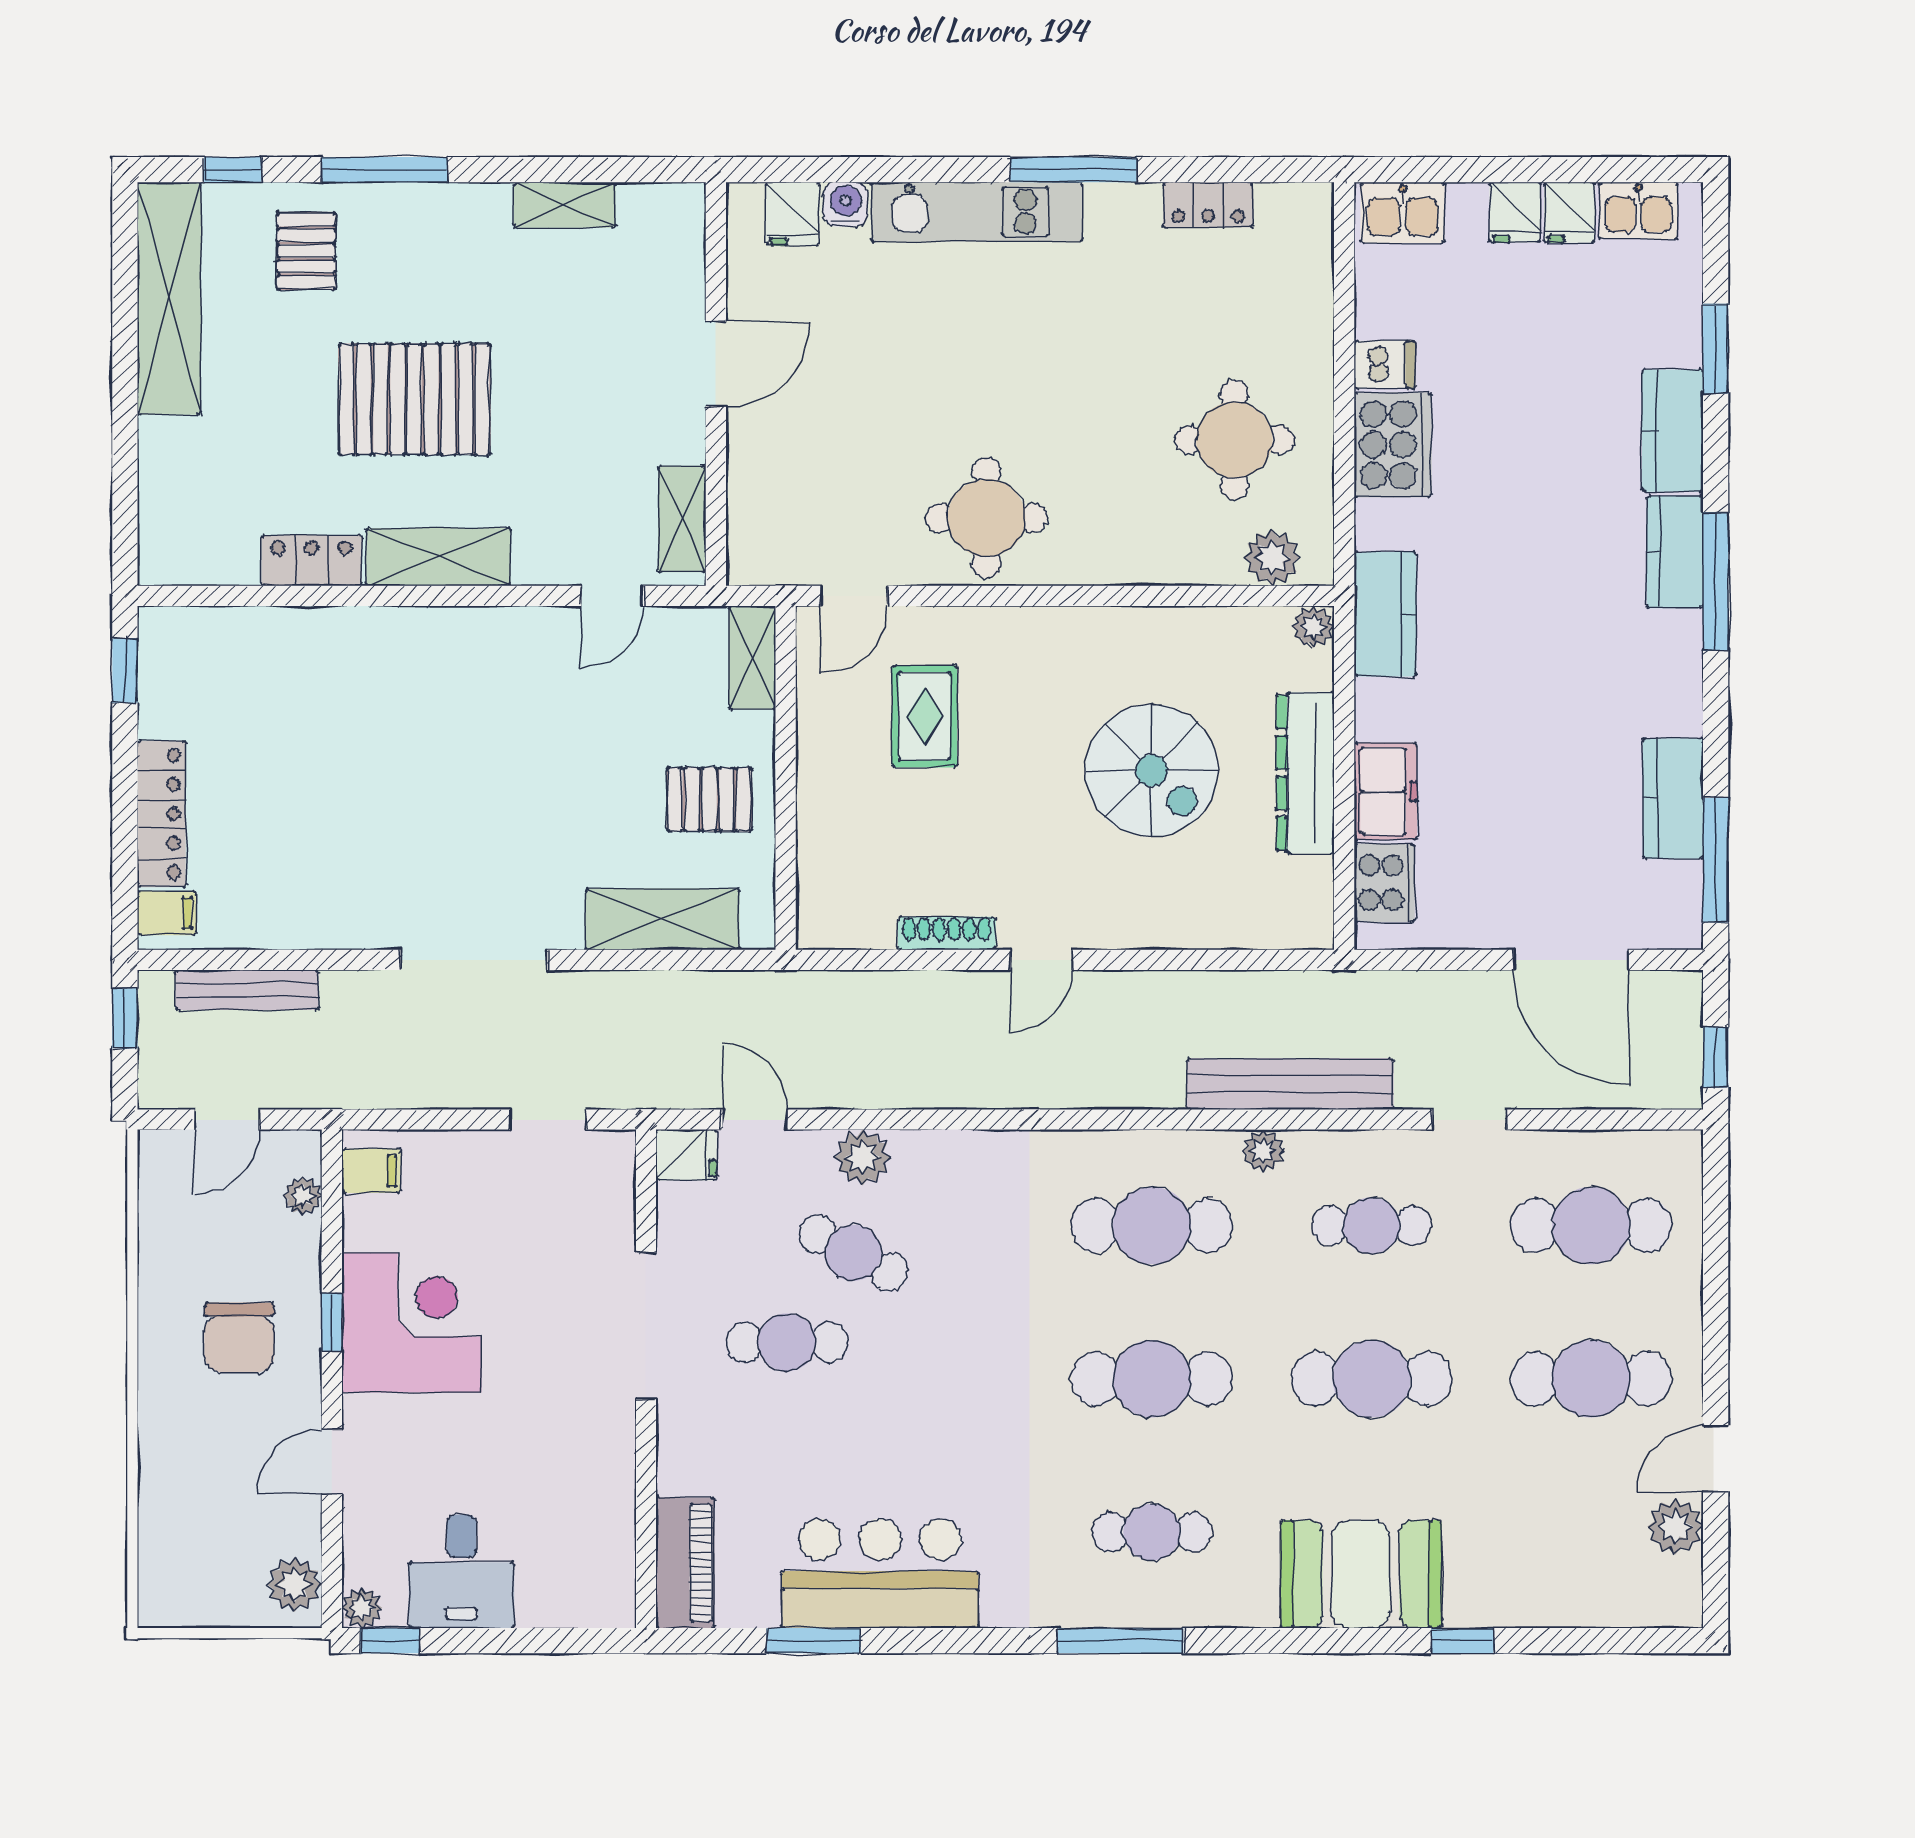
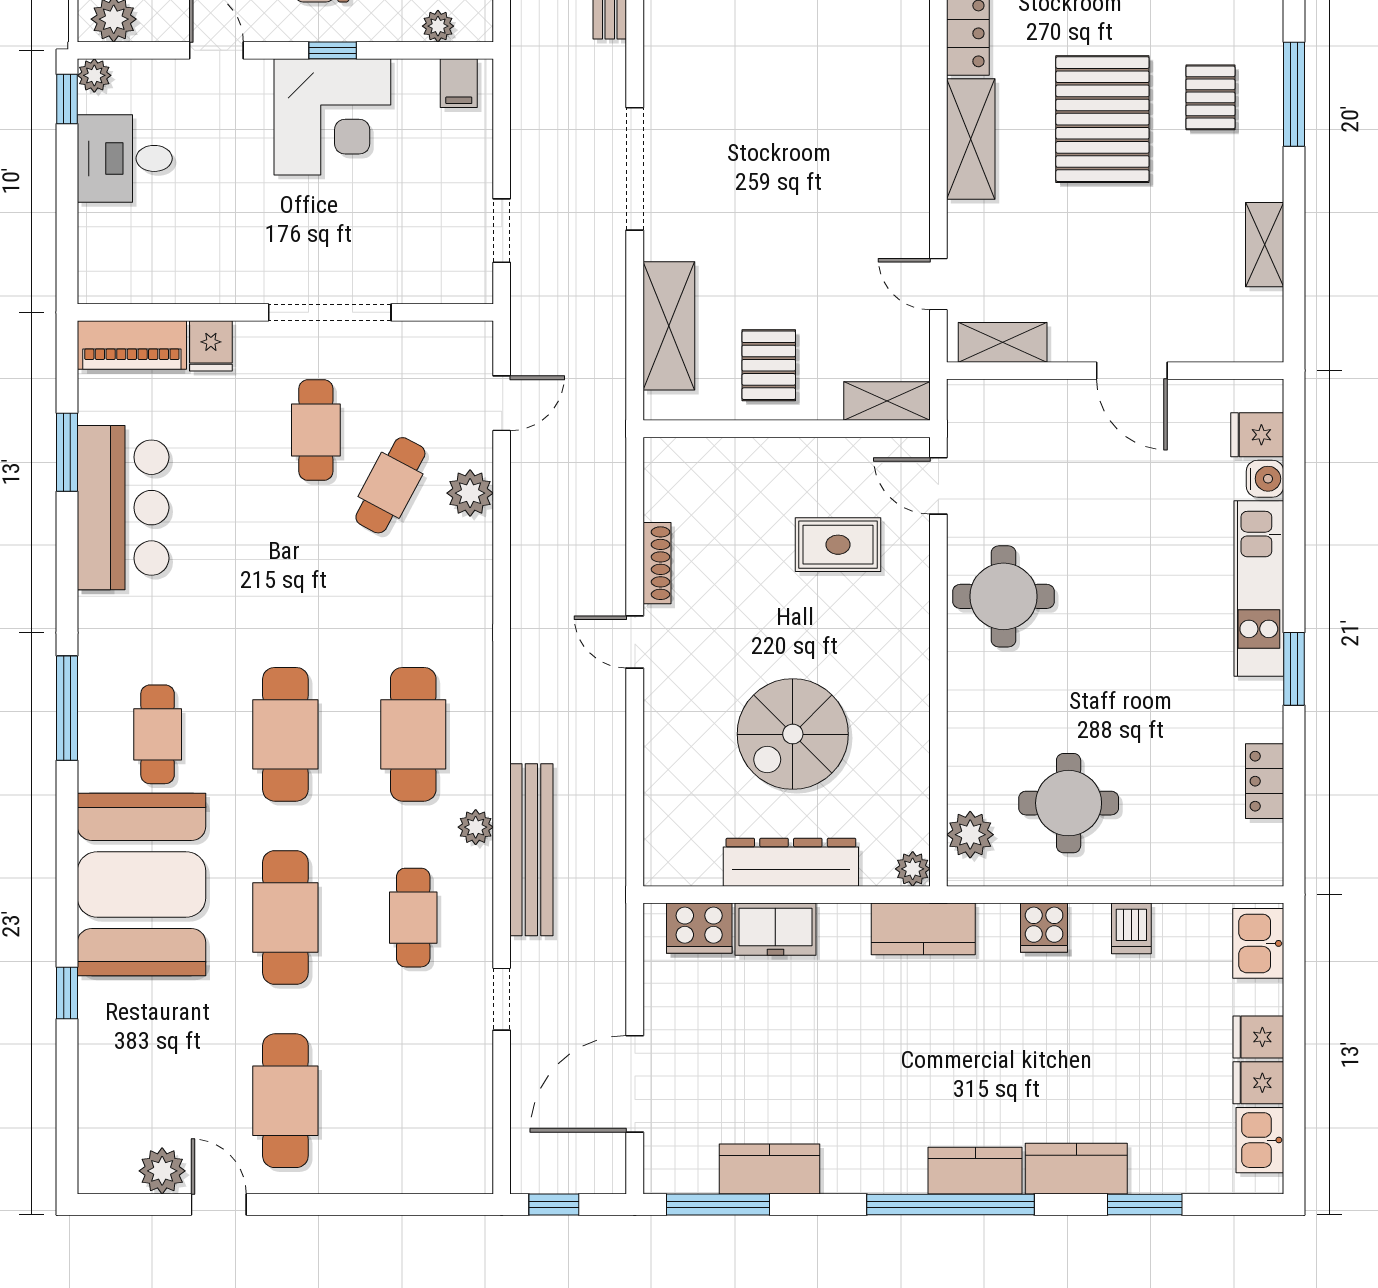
window: (1073, 170) -> (1294, 669), width x0.69
pallet: (306, 251) -> (1210, 97), moved, turned 90
cooker: (1393, 445) -> (1044, 928), width x0.53, depth x0.76
window: (1716, 581) -> (950, 1205), width x1.46
fridge: (686, 1155) -> (211, 346), moved
cafe table: (1591, 1226) -> (413, 1101), removed
booth: (1361, 1574) -> (142, 884), width x1.36, depth x1.42

